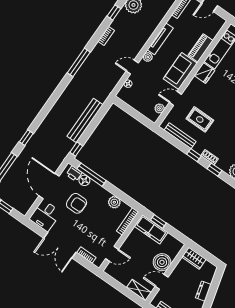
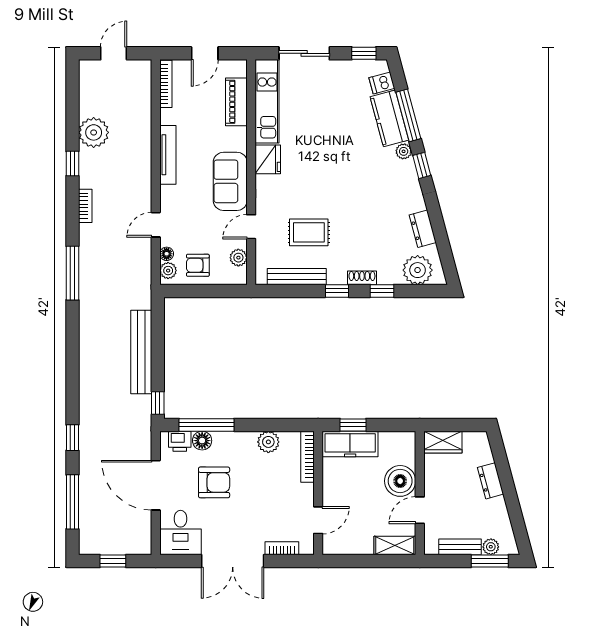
piano: (201, 48) -> (236, 102), moved
plant: (148, 57) -> (168, 271), moved
armchair: (139, 99) -> (198, 265), added

